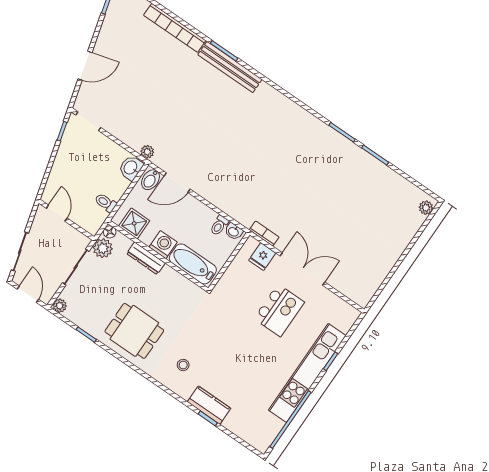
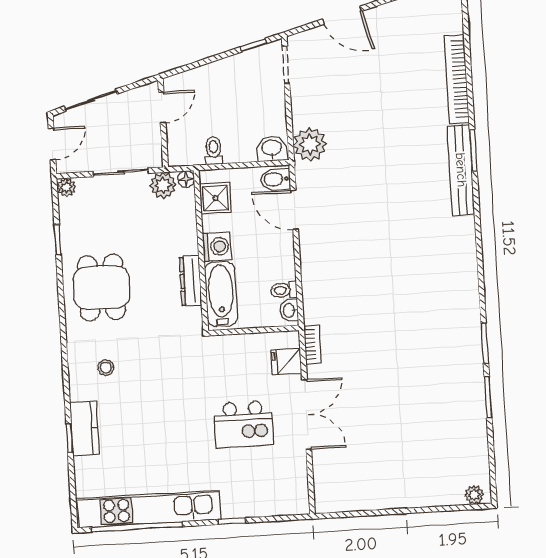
plant: (147, 152) -> (310, 144), width x1.88, depth x1.88
dresser: (146, 258) -> (191, 281), moved
kitchen unit: (307, 373) -> (149, 509), moved

